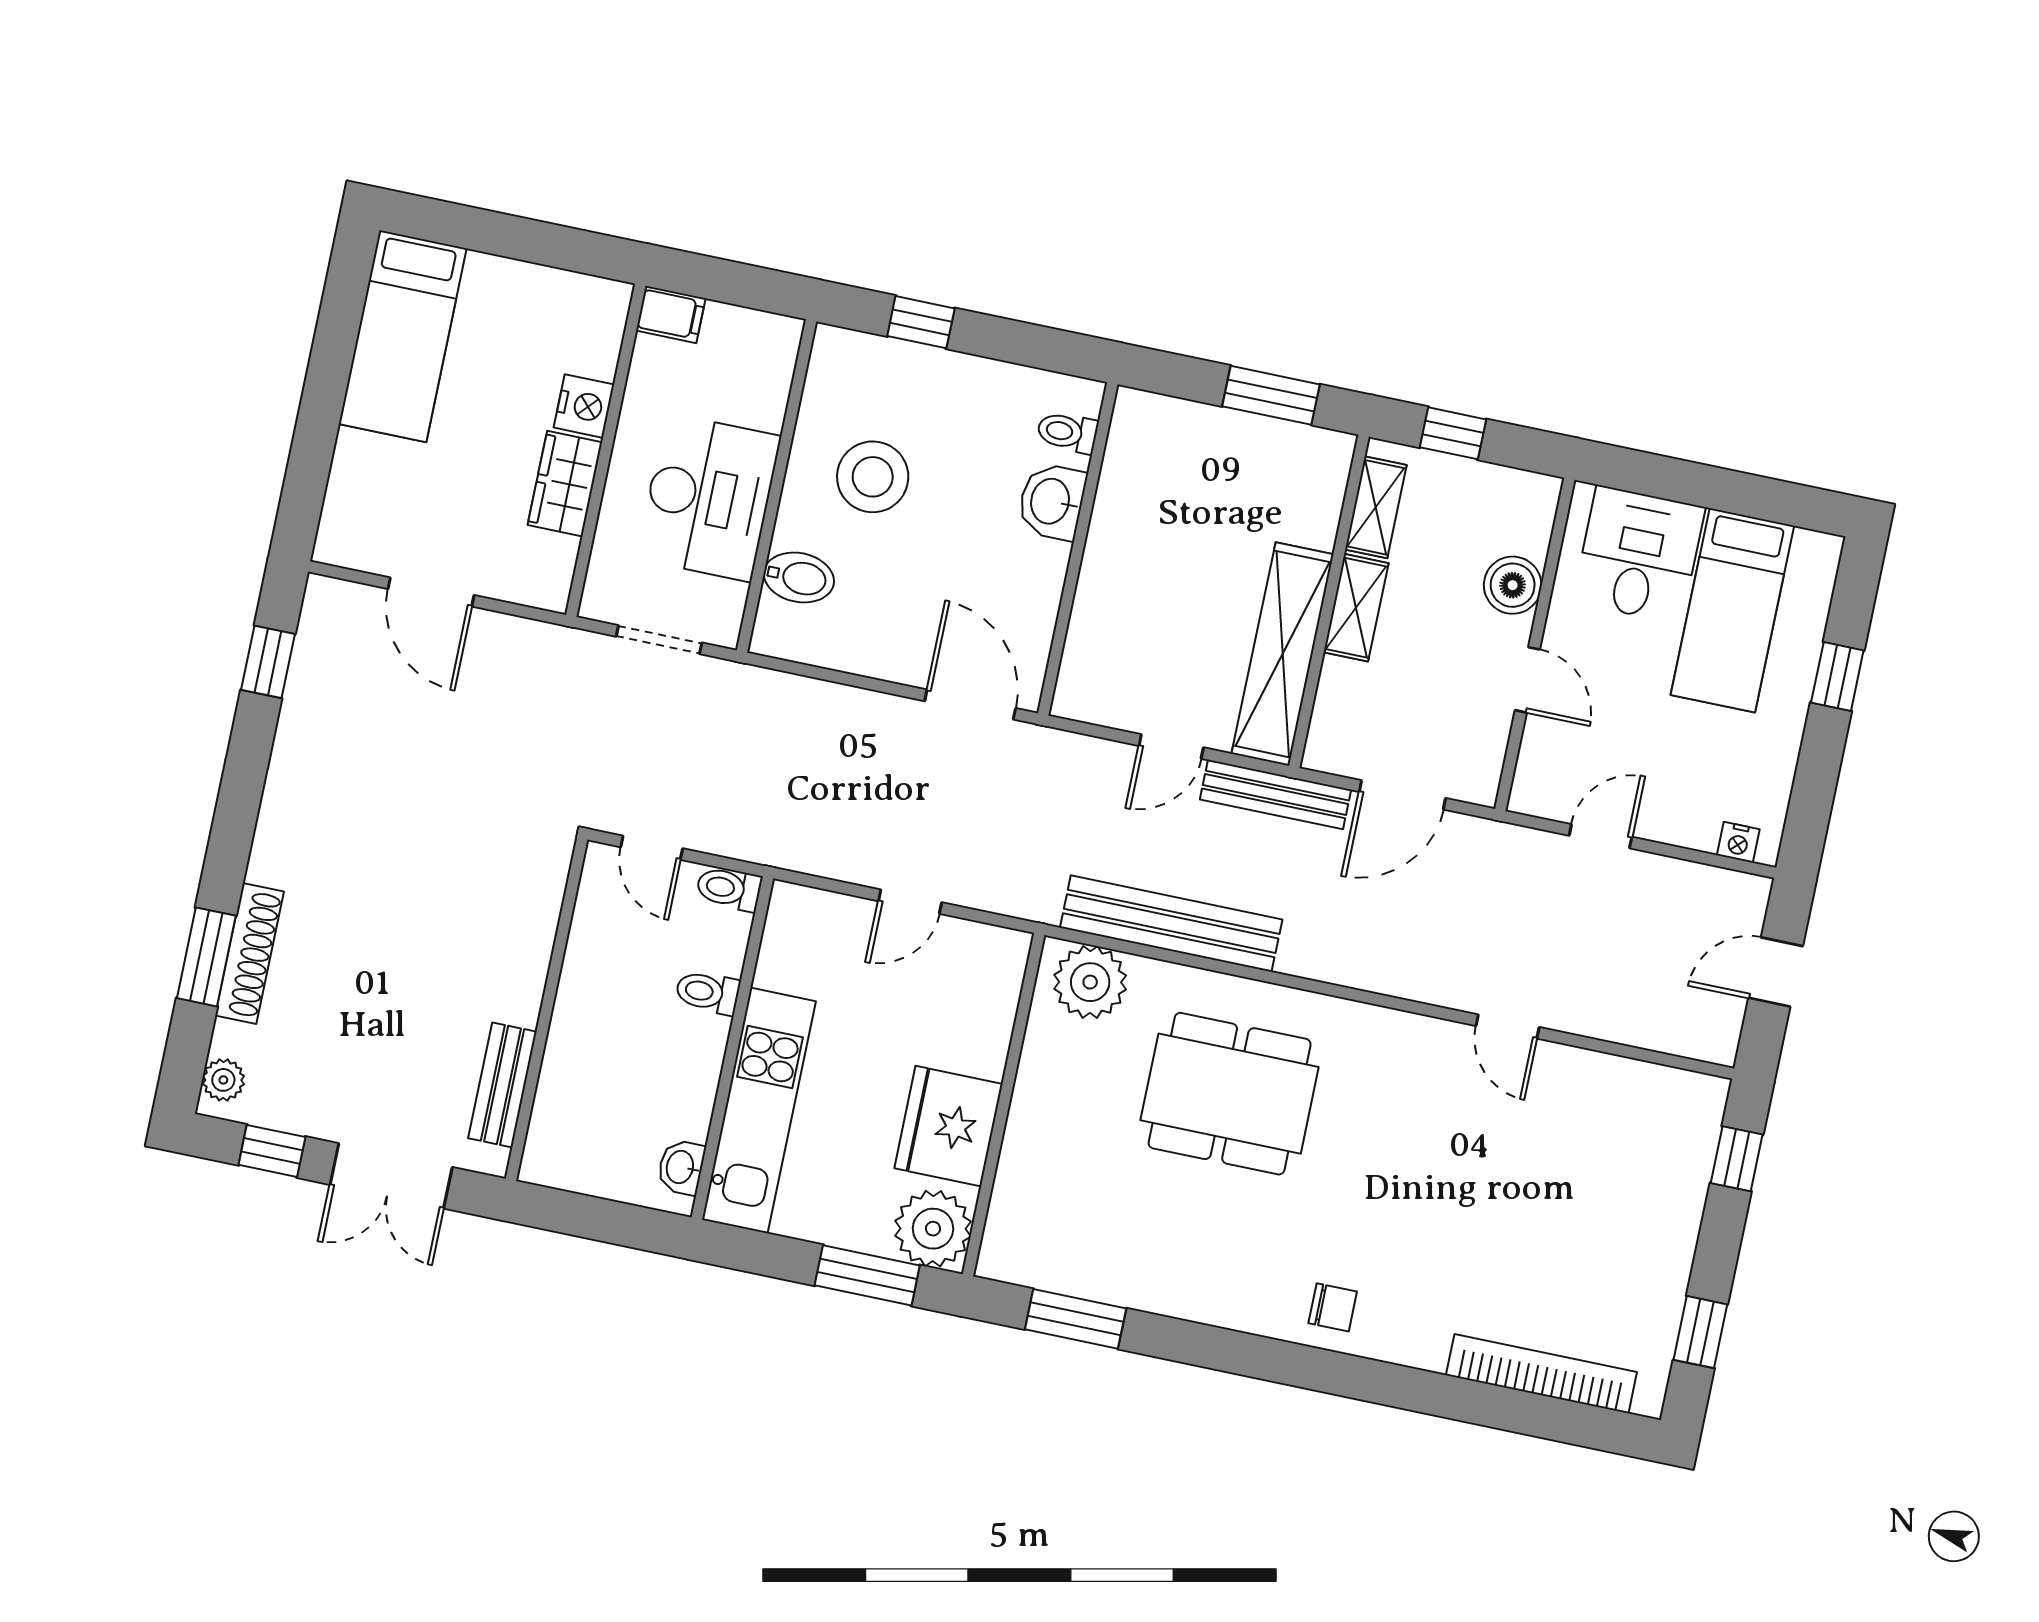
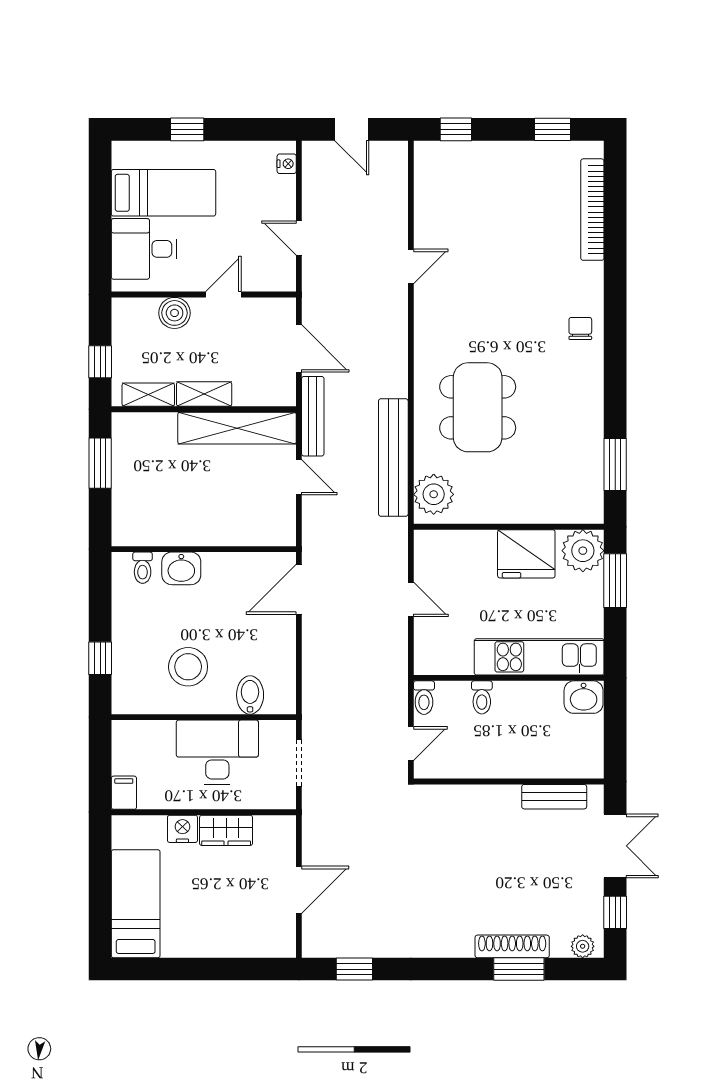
bed: (403, 336) -> (136, 904), moved, turned -90
washbasin: (681, 1167) -> (584, 697), width x1.38, depth x1.45

